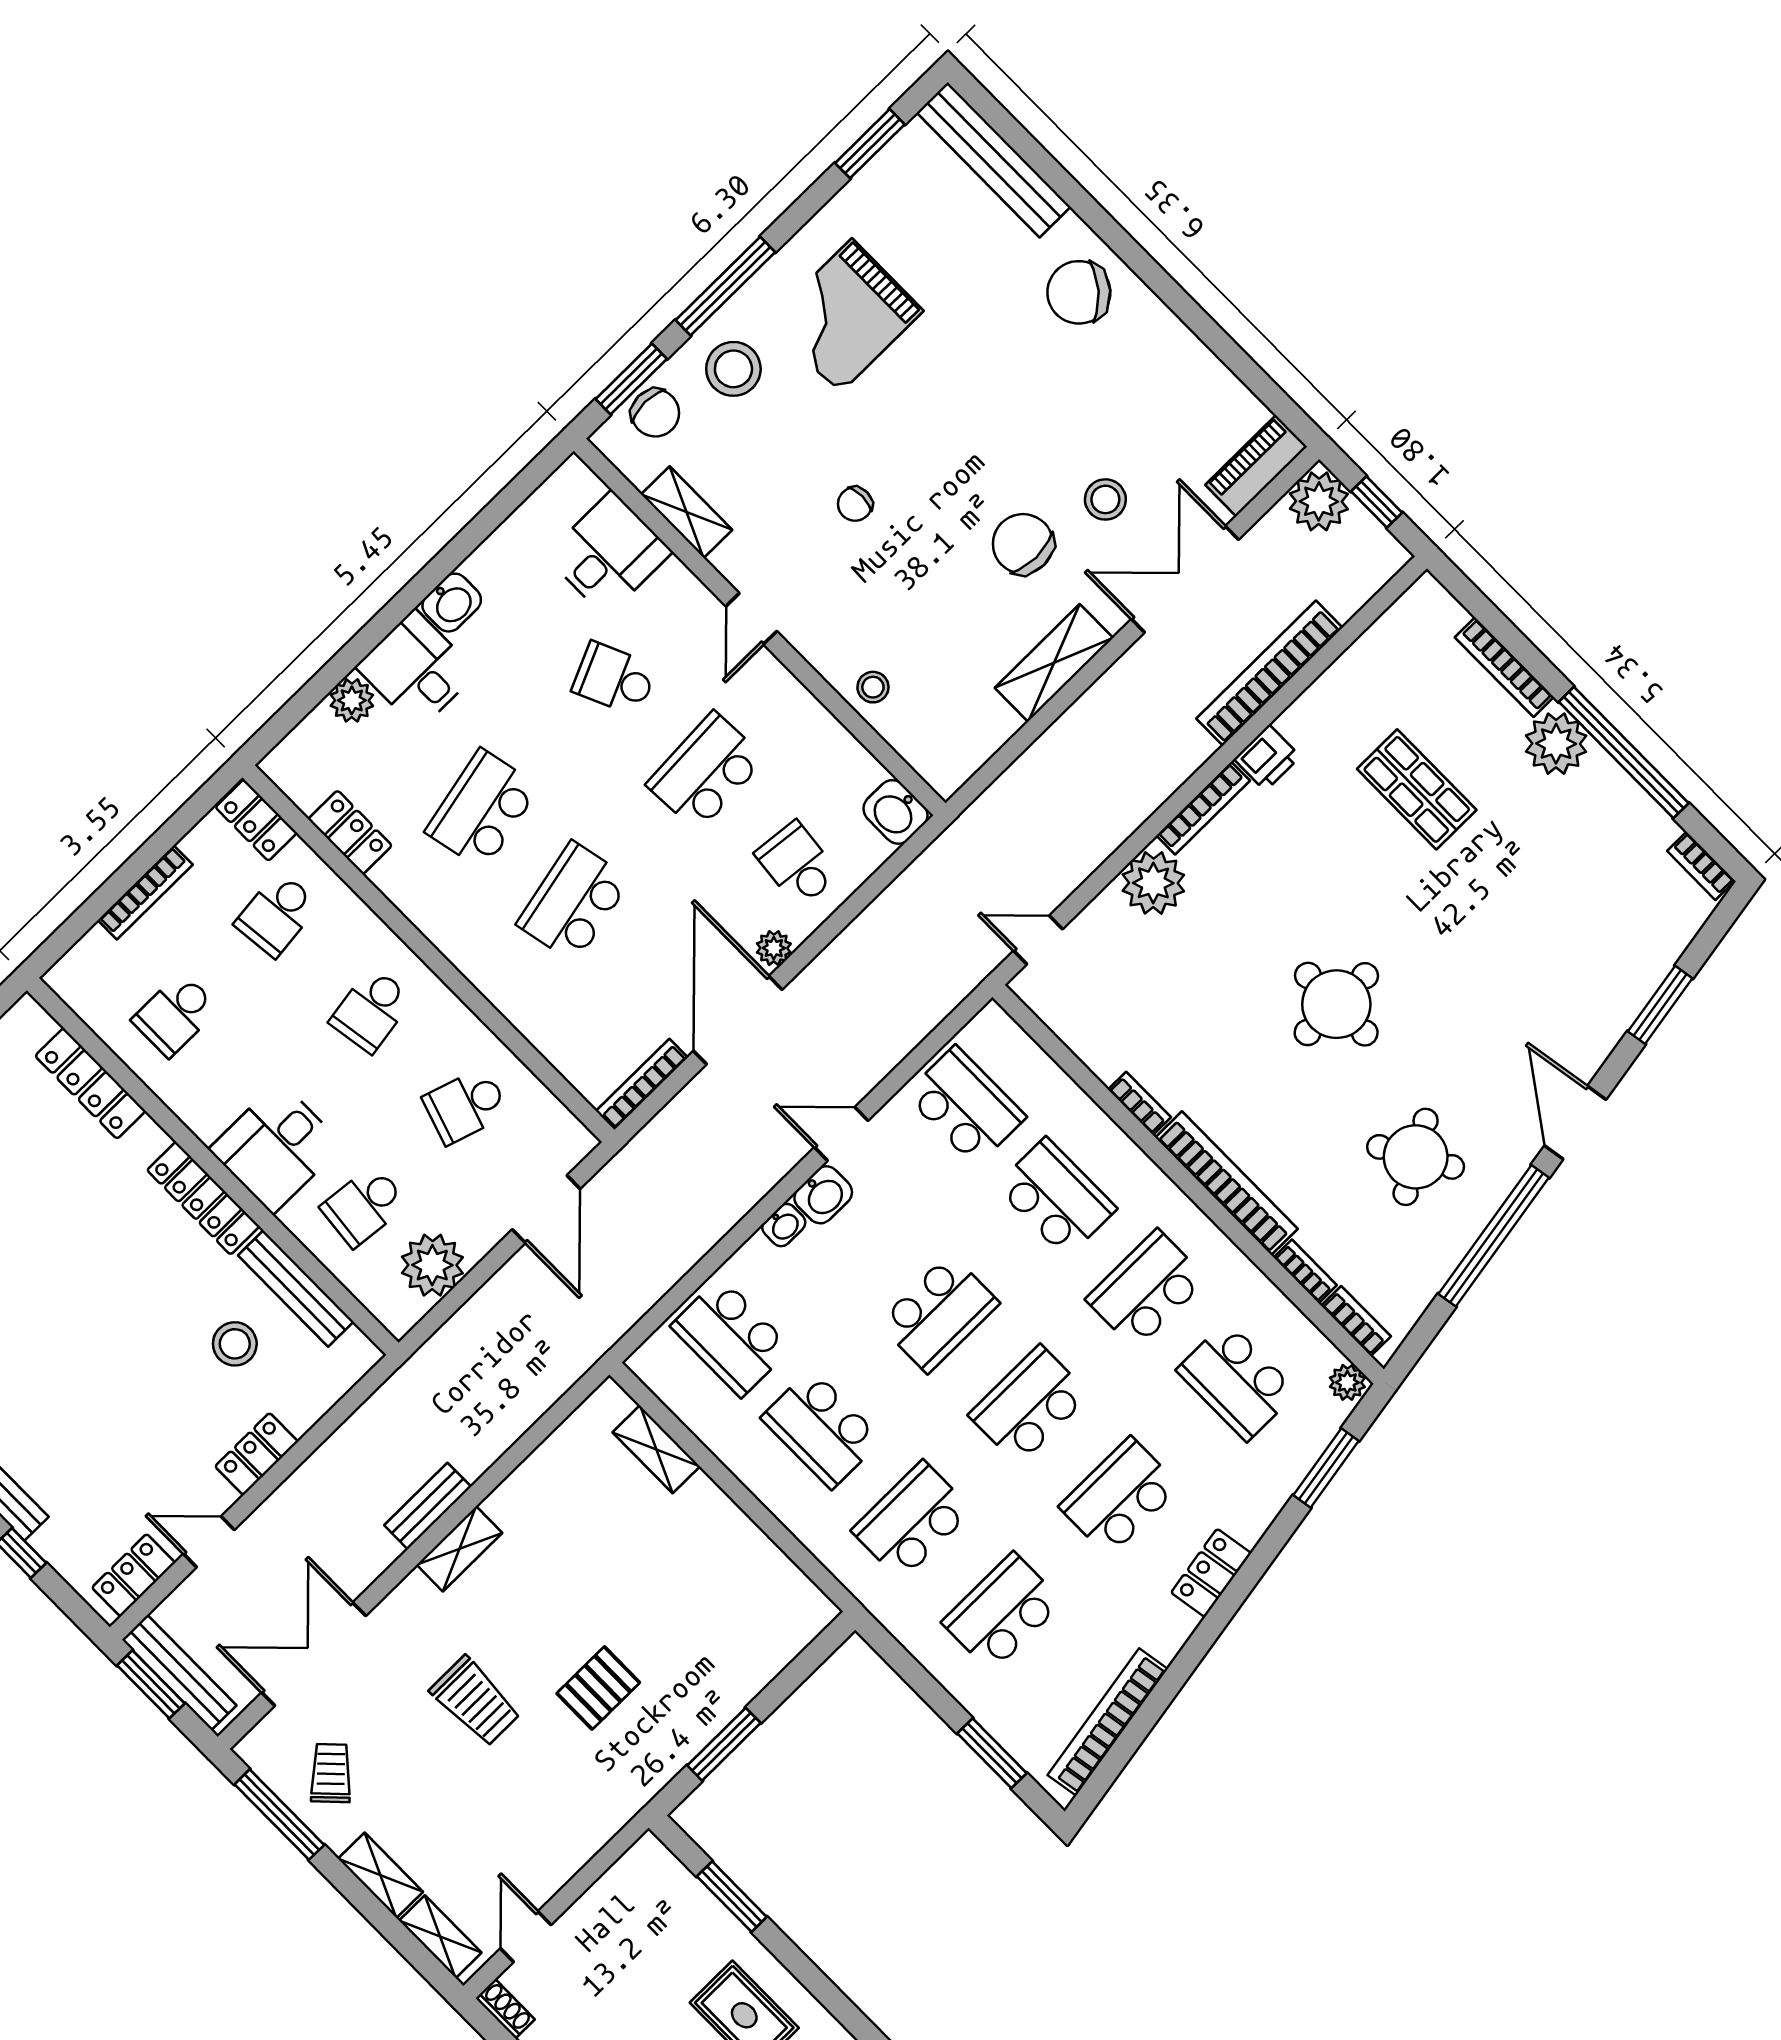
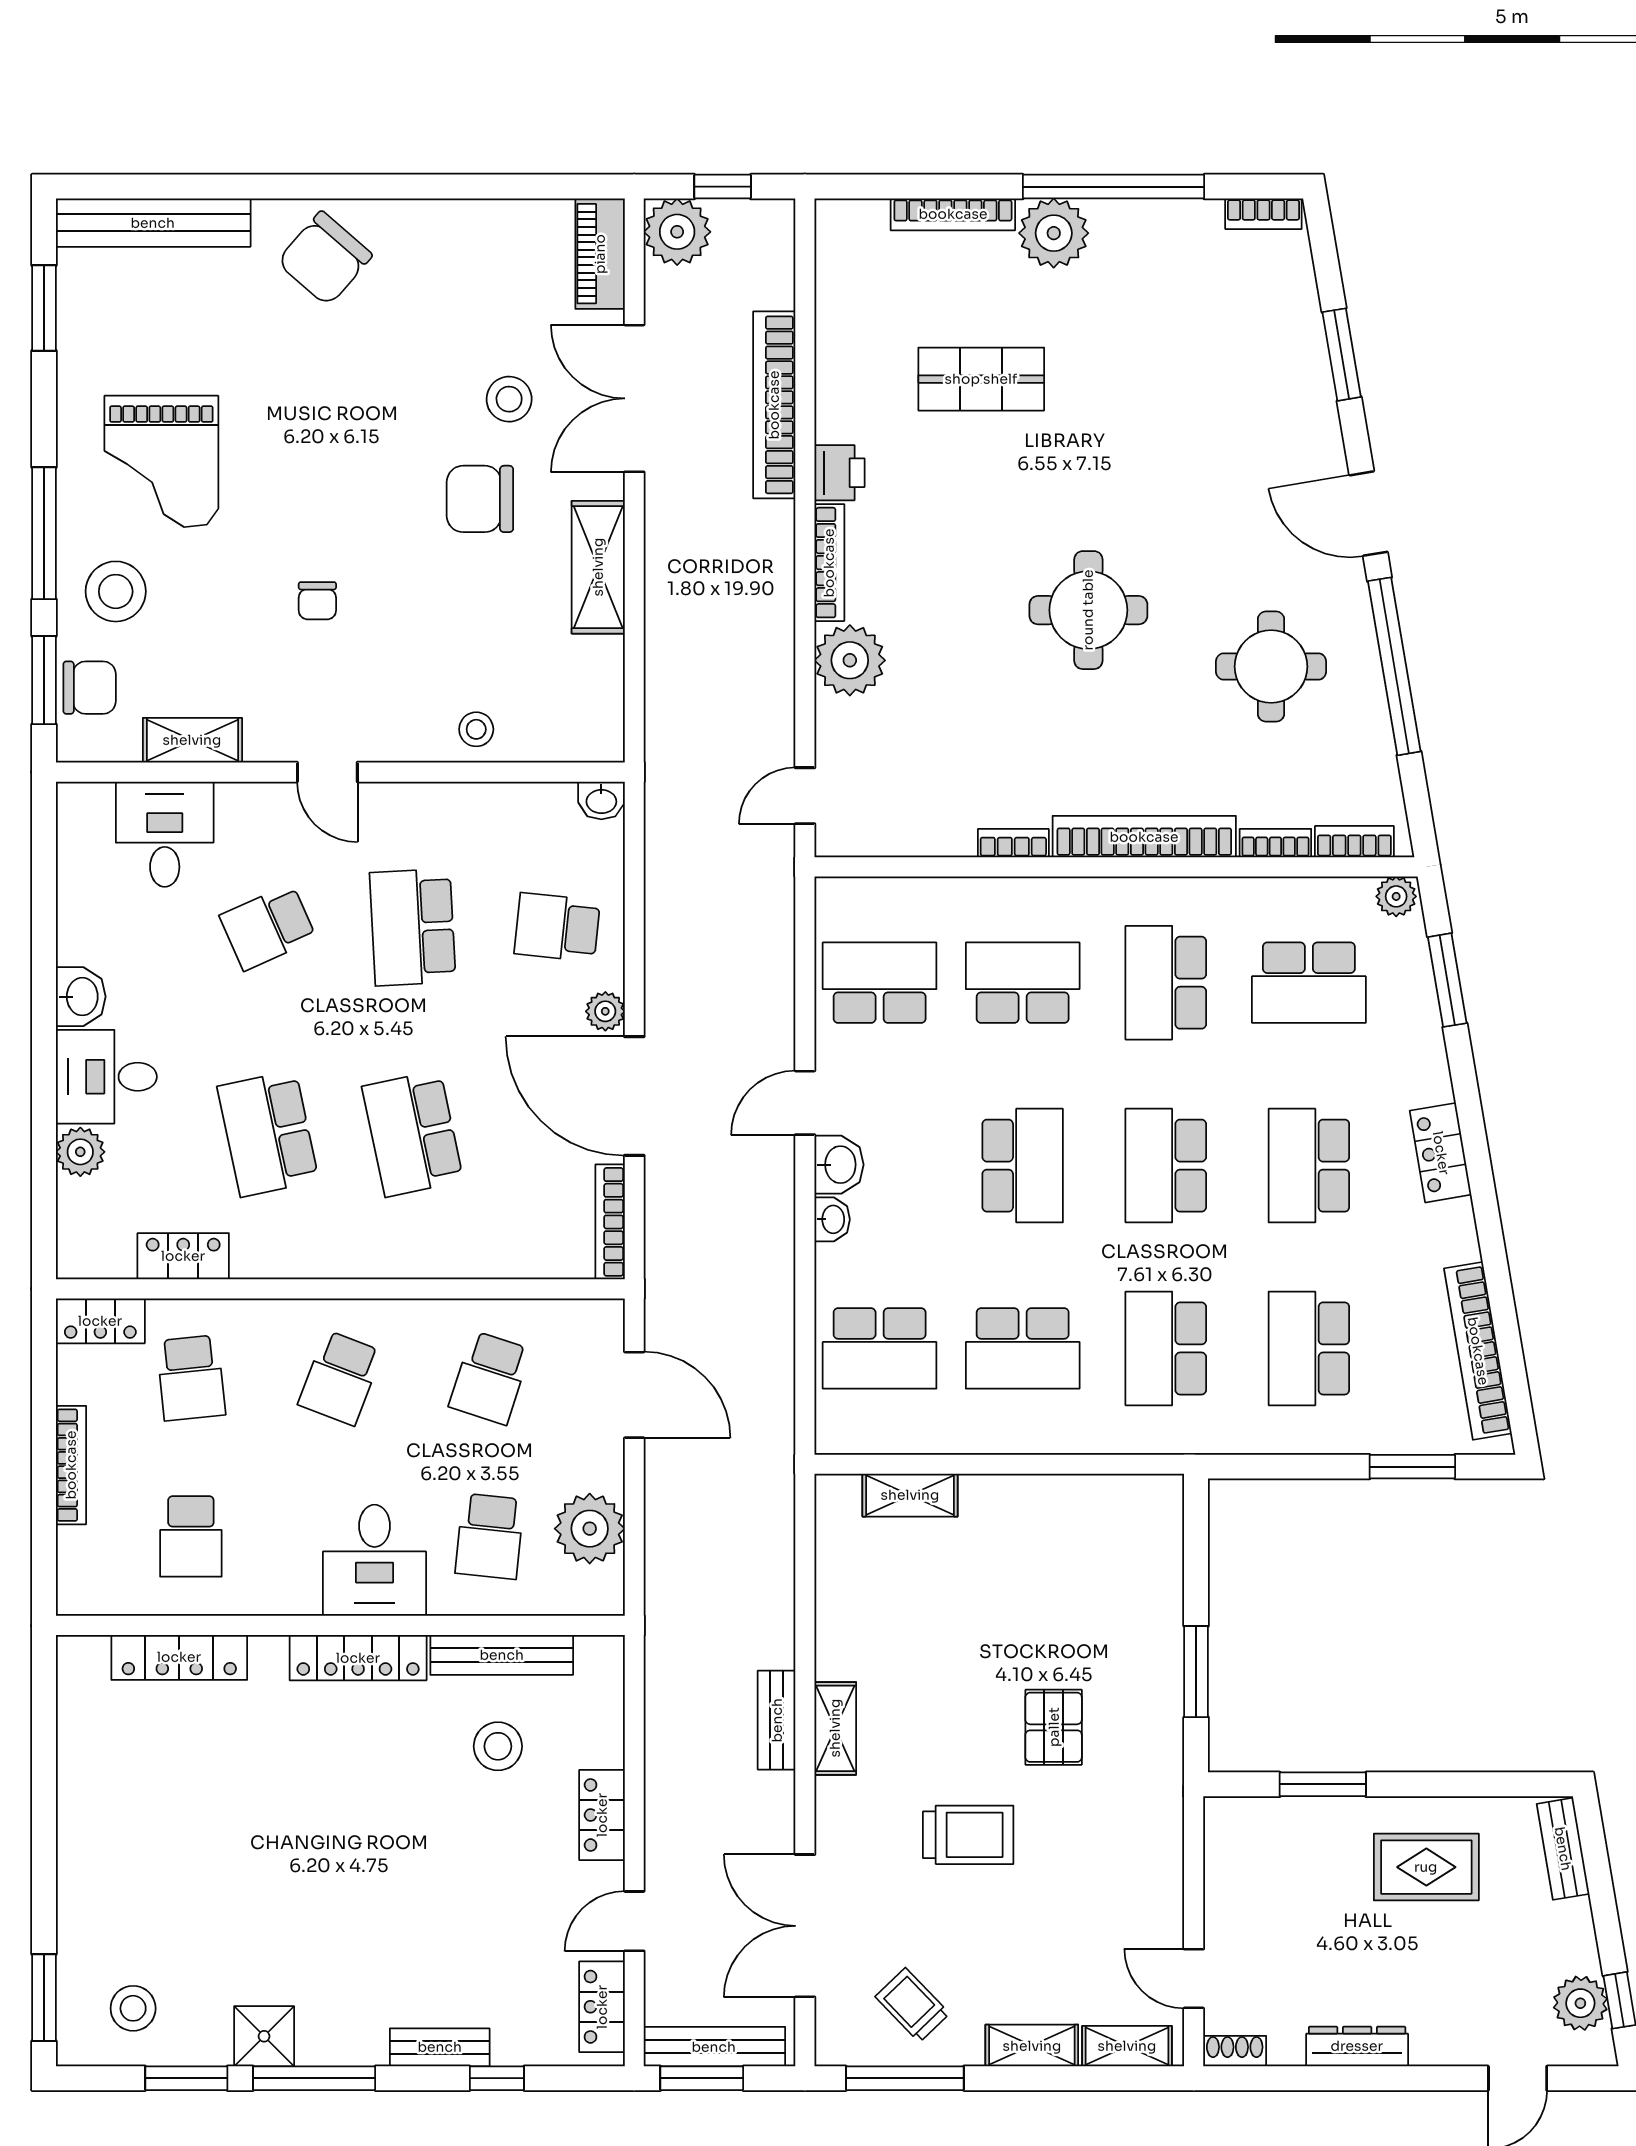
washbasin: (895, 812) -> (601, 800), width x0.72, depth x0.69
school desk: (371, 1010) -> (340, 1378), turned 30
round table: (1416, 1157) -> (1271, 667), turned 30

